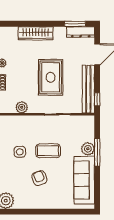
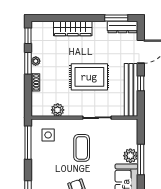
rug: (51, 77) -> (89, 77), turned 90
window: (97, 99) -> (141, 83), moved
coffee table: (48, 151) -> (82, 148), moved, turned 90
side table: (20, 152) -> (48, 135), moved

